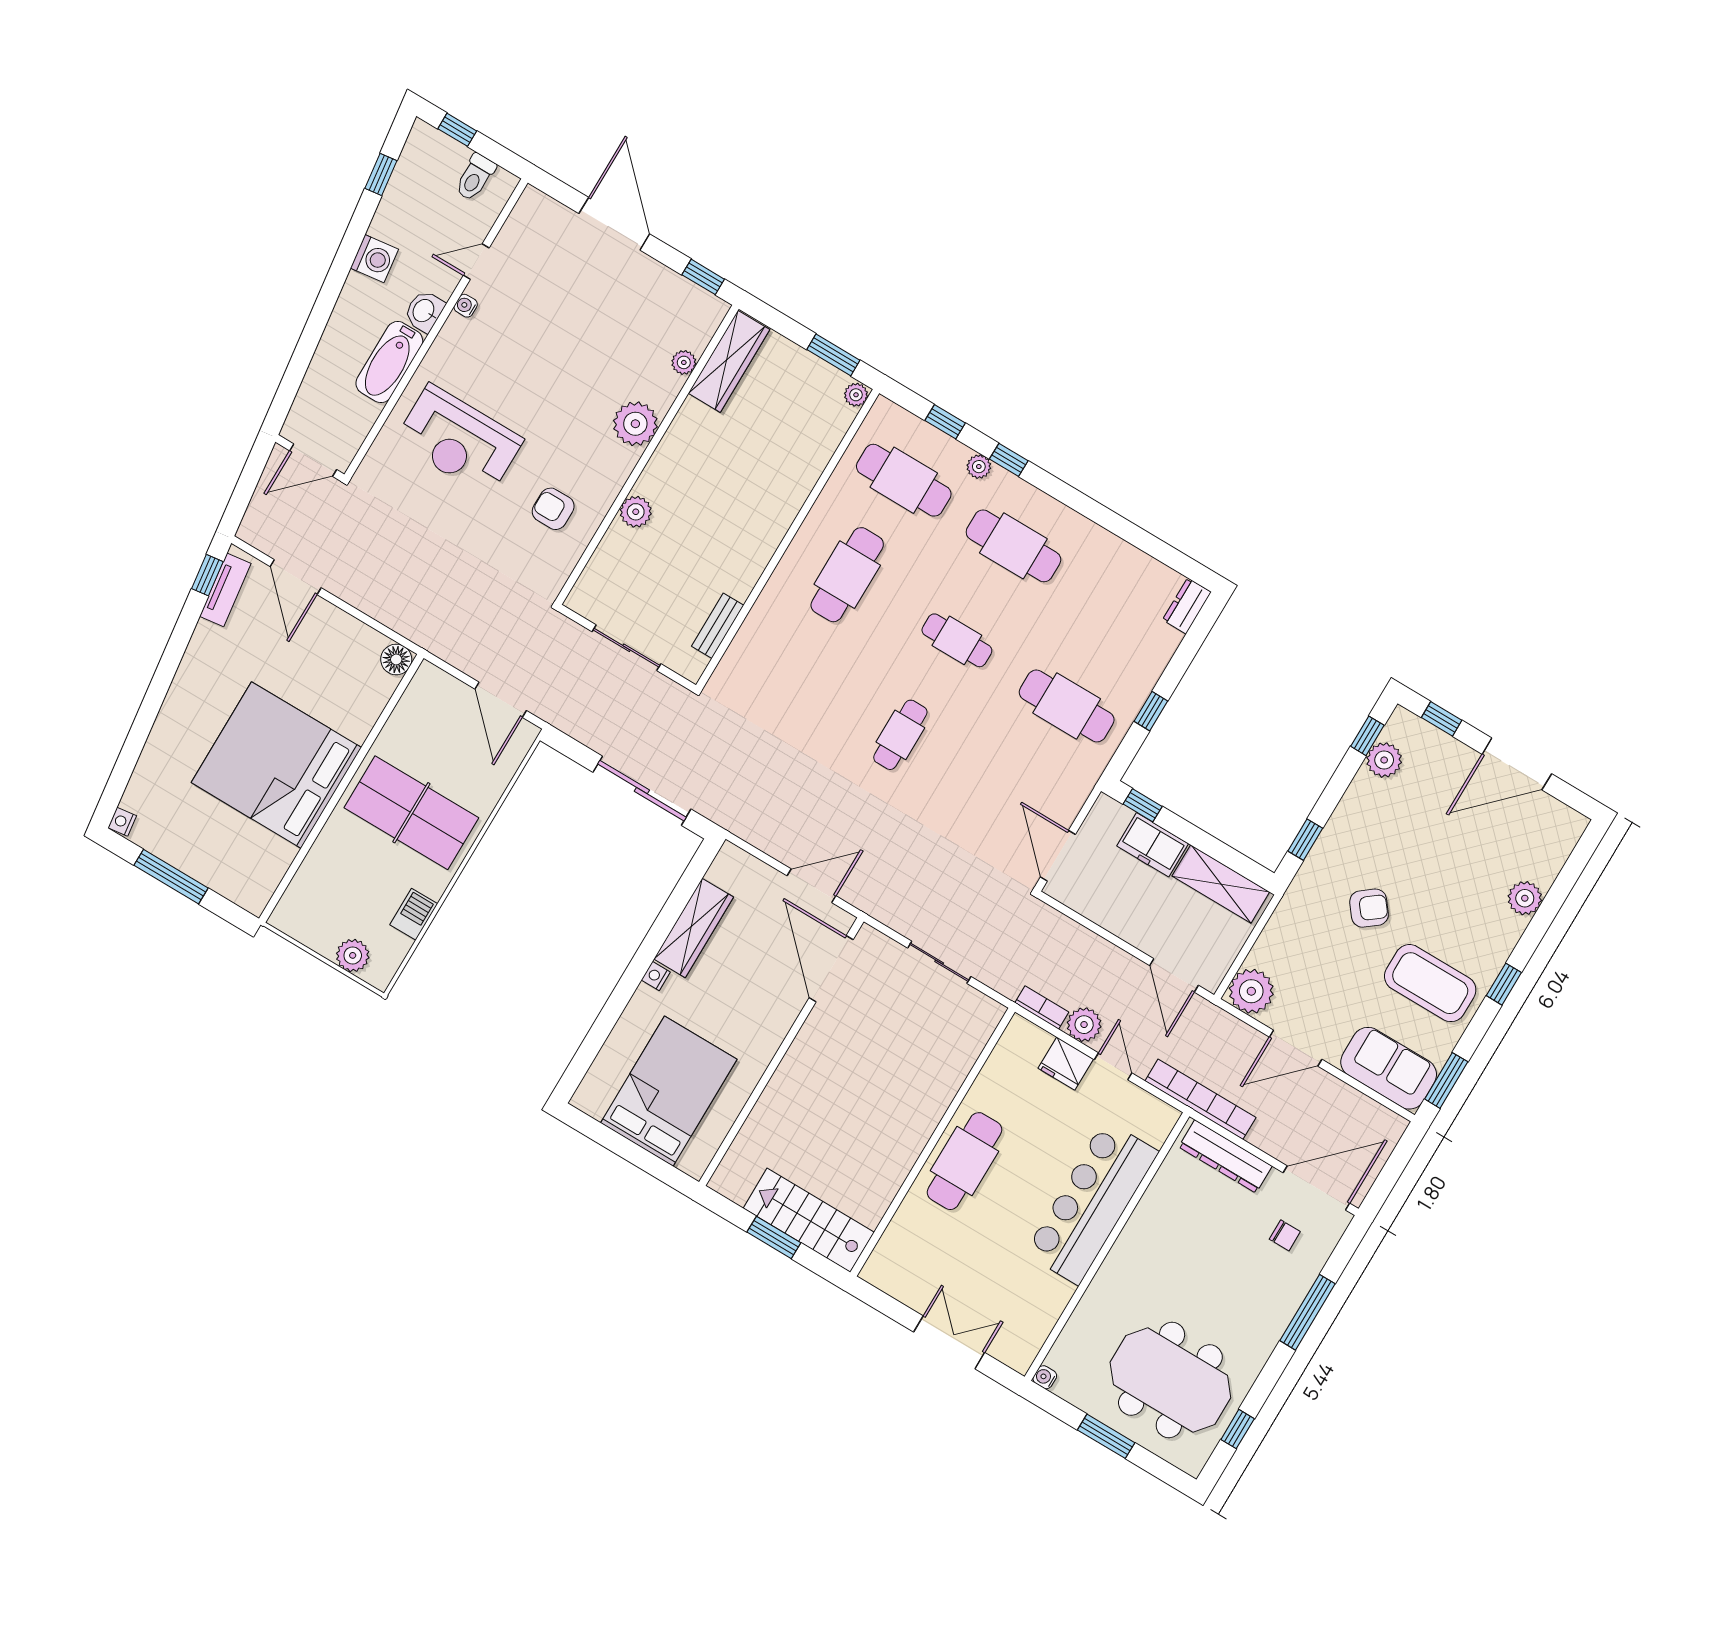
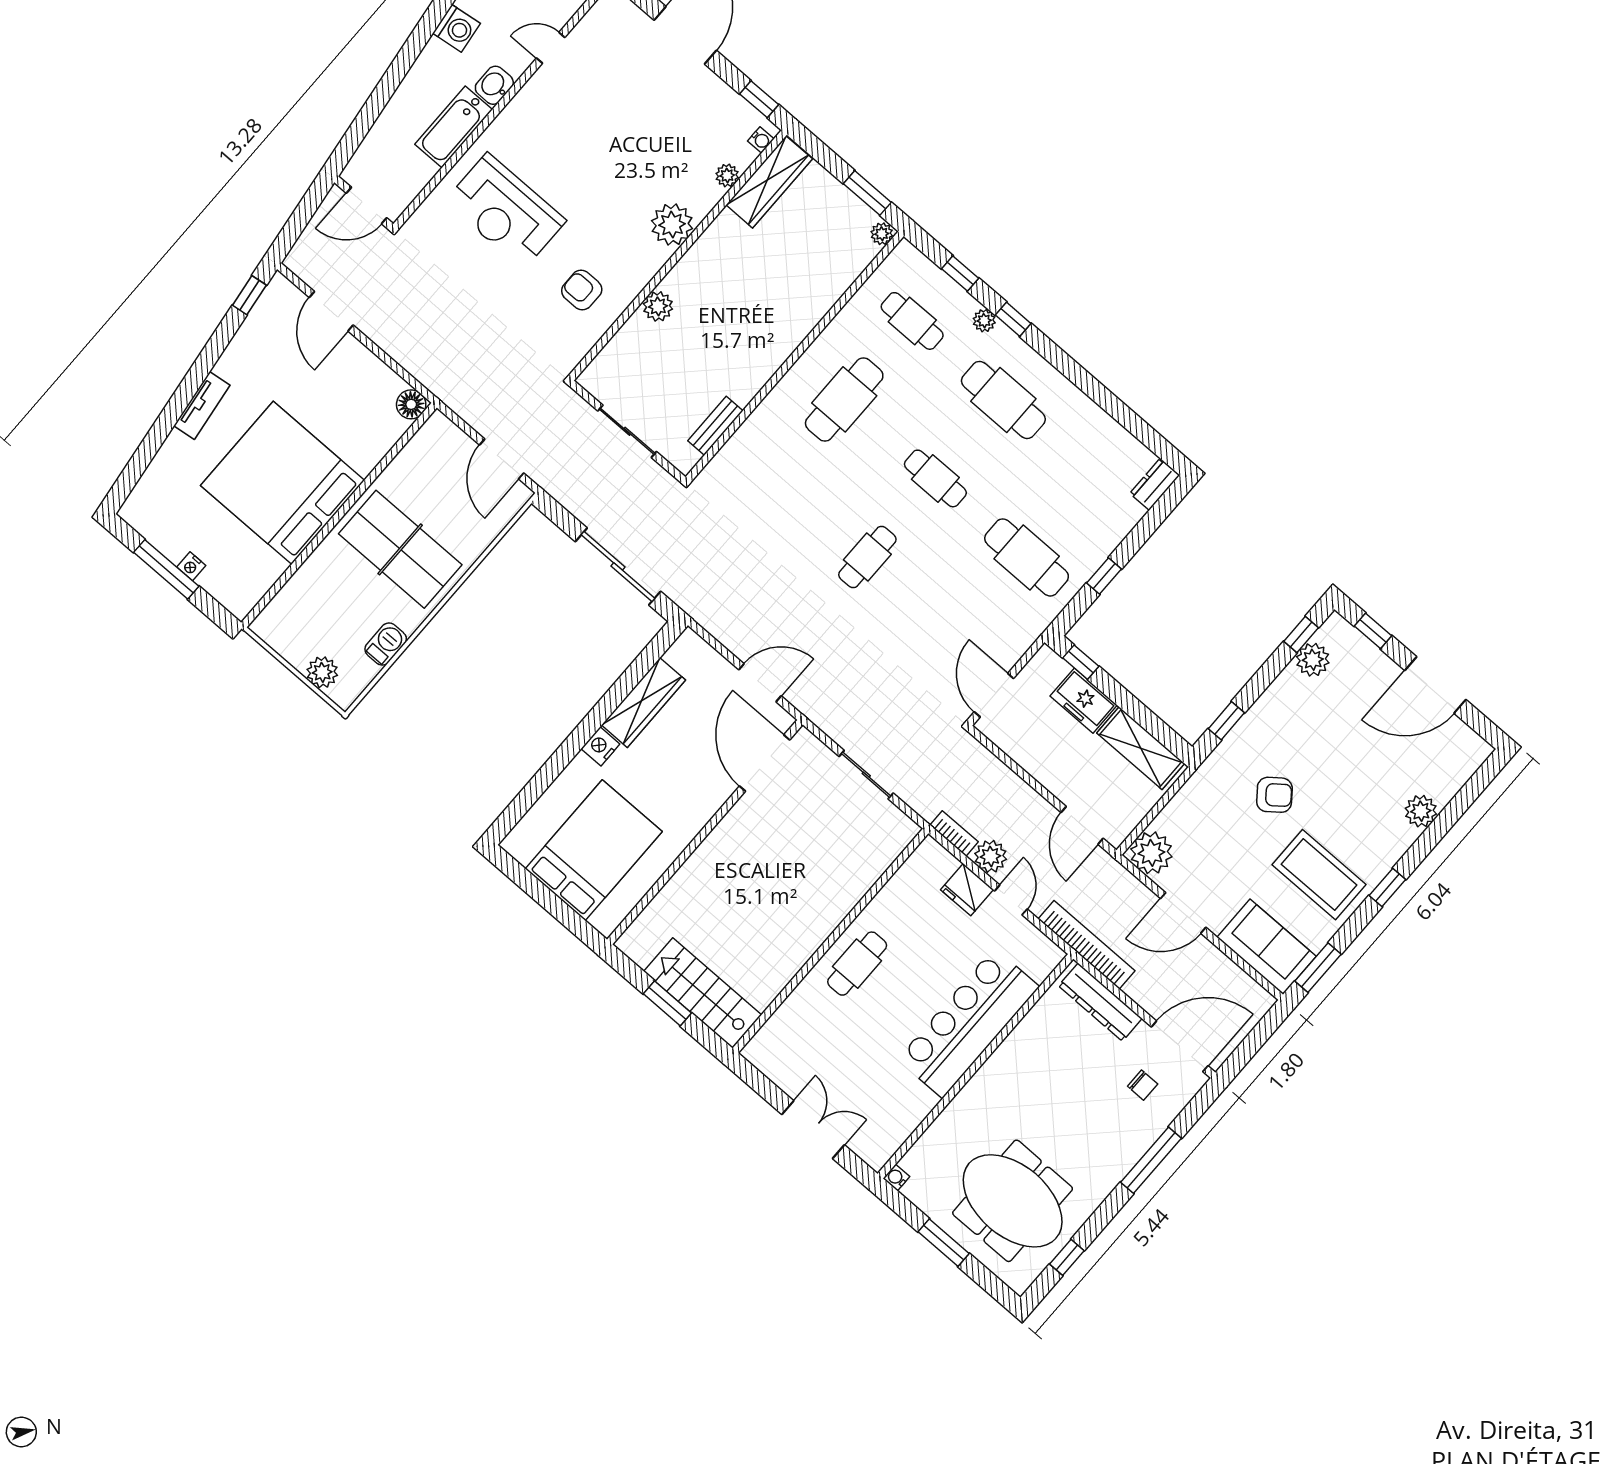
water cooler: (466, 306) -> (761, 140), moved, turned 180
cafe table: (904, 480) -> (912, 321), width x0.73, depth x0.74
tv unit: (225, 590) -> (202, 405), moved
nightstand: (122, 822) -> (191, 566), moved, turned -83
nightstand: (656, 976) -> (600, 746), width x1.39, depth x1.35
cafe table: (965, 1161) -> (857, 964), width x0.73, depth x0.74

